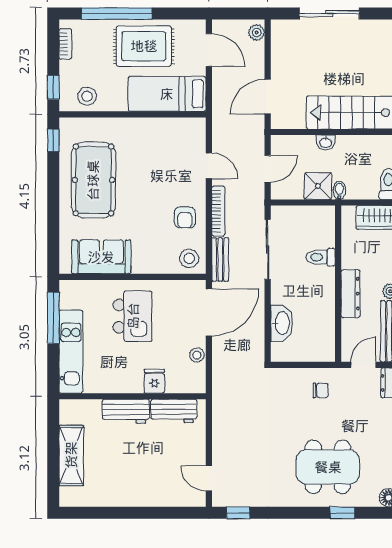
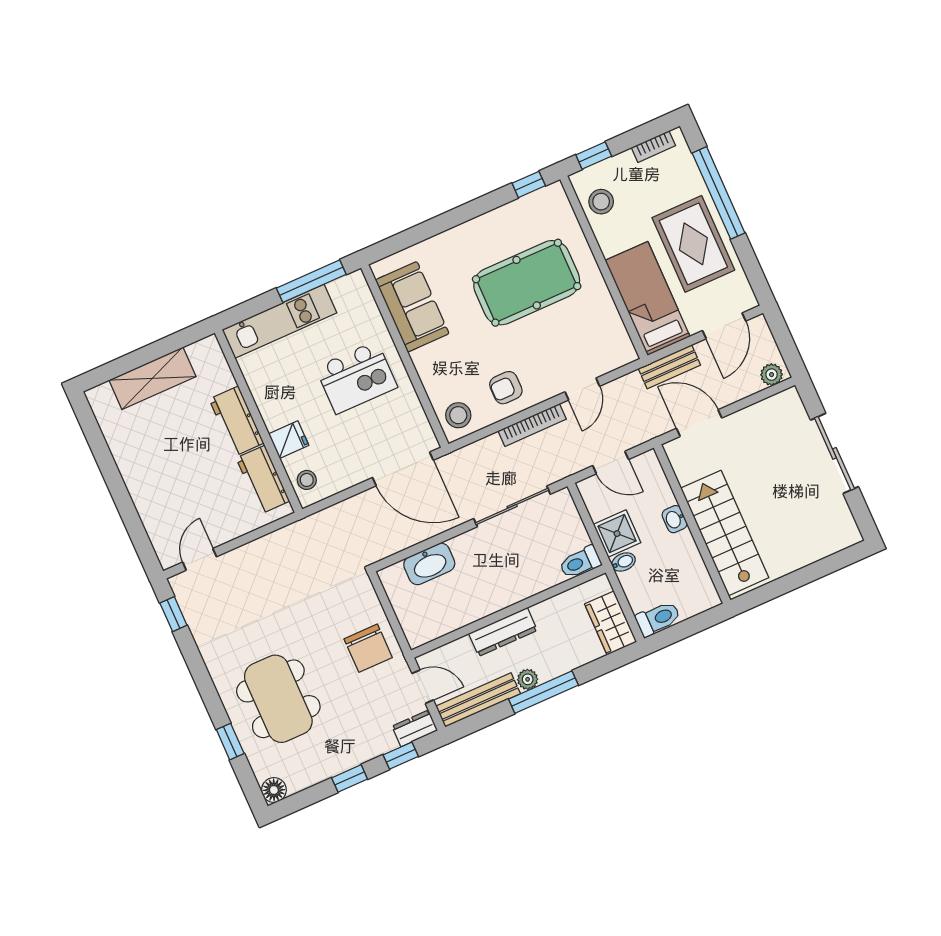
pool table: (93, 180) -> (527, 283), moved
toilet: (321, 257) -> (580, 562), moved, turned -90
bench: (220, 260) -> (669, 367), moved
stool: (197, 355) -> (307, 480), moved
chair: (321, 390) -> (368, 648), width x1.87, depth x1.87

